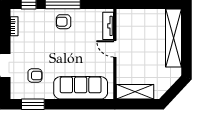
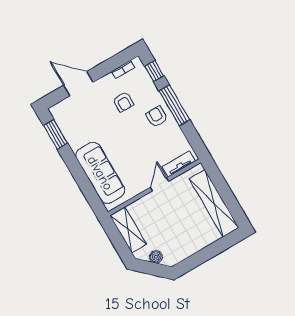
shelving: (173, 38) -> (214, 203), moved, turned 90
armchair: (35, 76) -> (123, 102), moved
boiler: (167, 83) -> (156, 257), added

